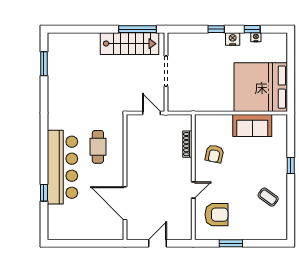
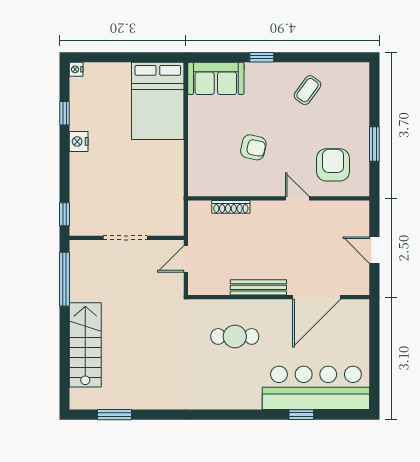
window: (216, 29) -> (64, 214), moved
nightstand: (256, 37) -> (76, 69), moved
stairs: (129, 44) -> (85, 345), moved
bed: (261, 87) -> (158, 101), width x0.73
sofa: (252, 126) -> (216, 78), moved, turned 90
armchair: (214, 154) -> (253, 147), moved
bench: (132, 163) -> (258, 287), added
bar counter: (62, 167) -> (316, 388), moved

